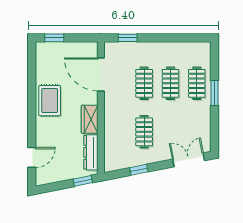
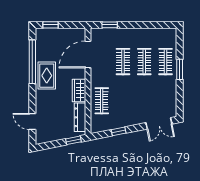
door: (101, 74) -> (88, 54), hinge flipped
window: (32, 84) -> (32, 62), added
clothes rail: (144, 132) -> (102, 101), moved
door: (32, 157) -> (32, 121), swing flipped
double door: (189, 160) -> (159, 123), swing flipped

